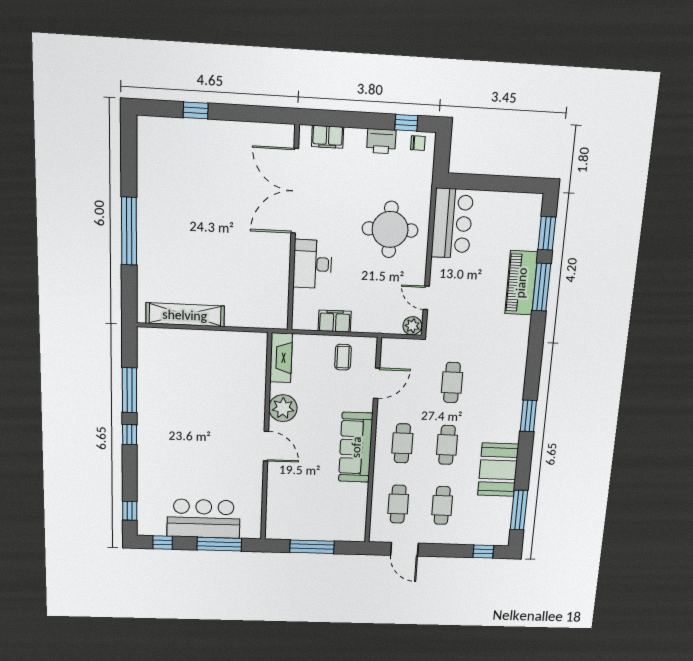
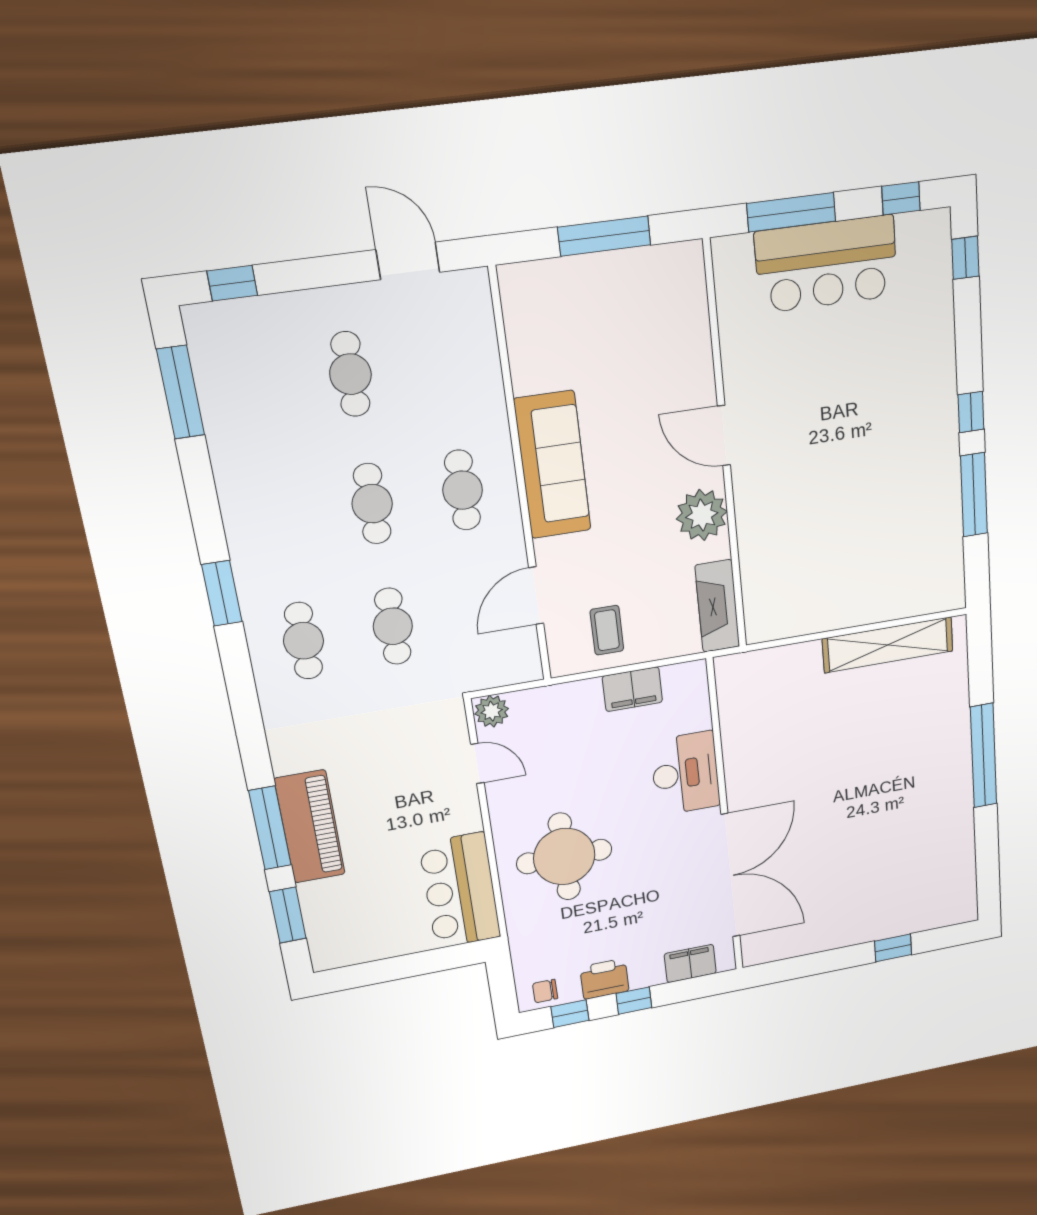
window: (366, 120) -> (634, 1001), added
booth: (498, 470) -> (252, 472), removed
cafe table: (398, 504) -> (304, 641), moved

